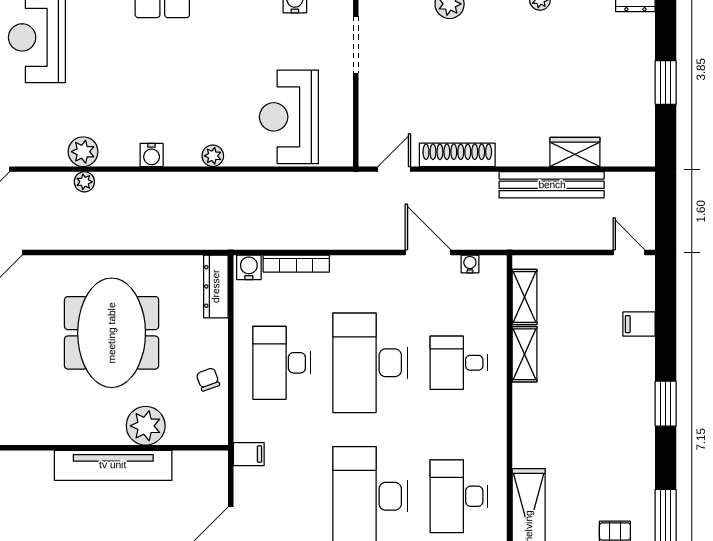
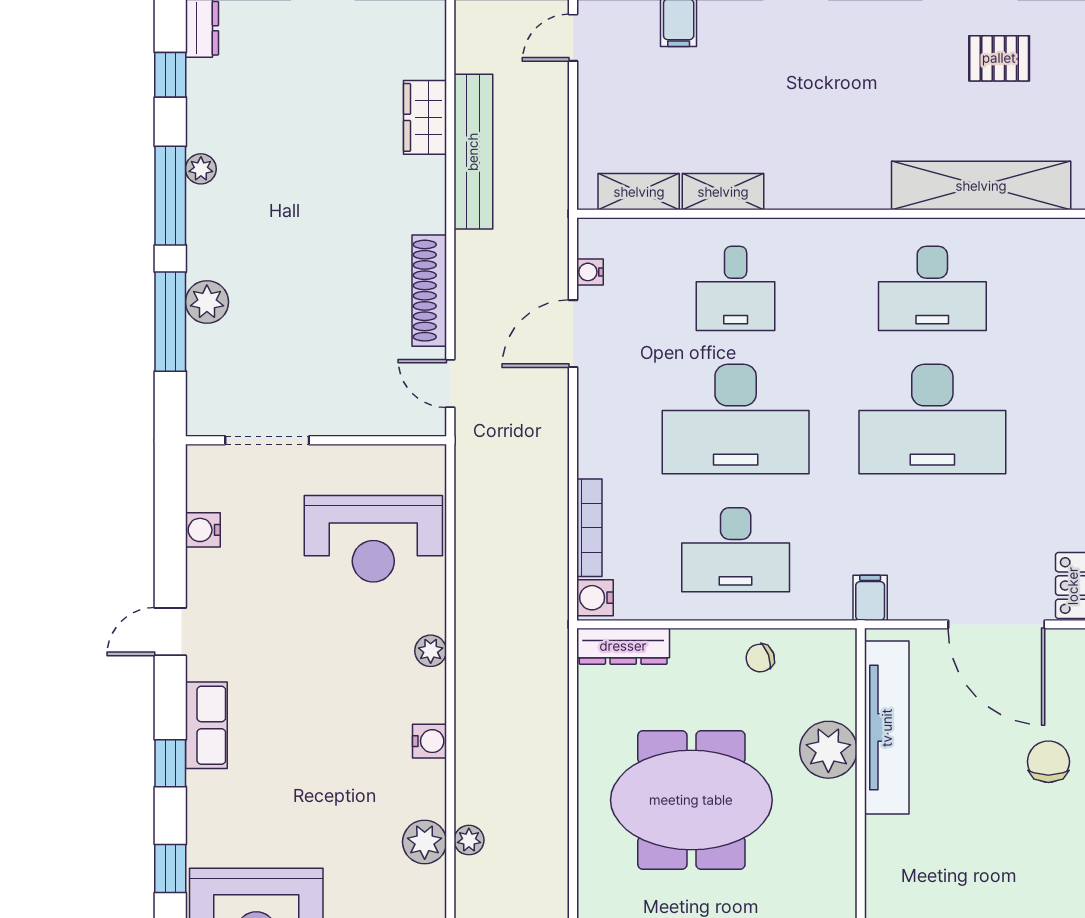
tv unit: (113, 465) -> (887, 728), moved

